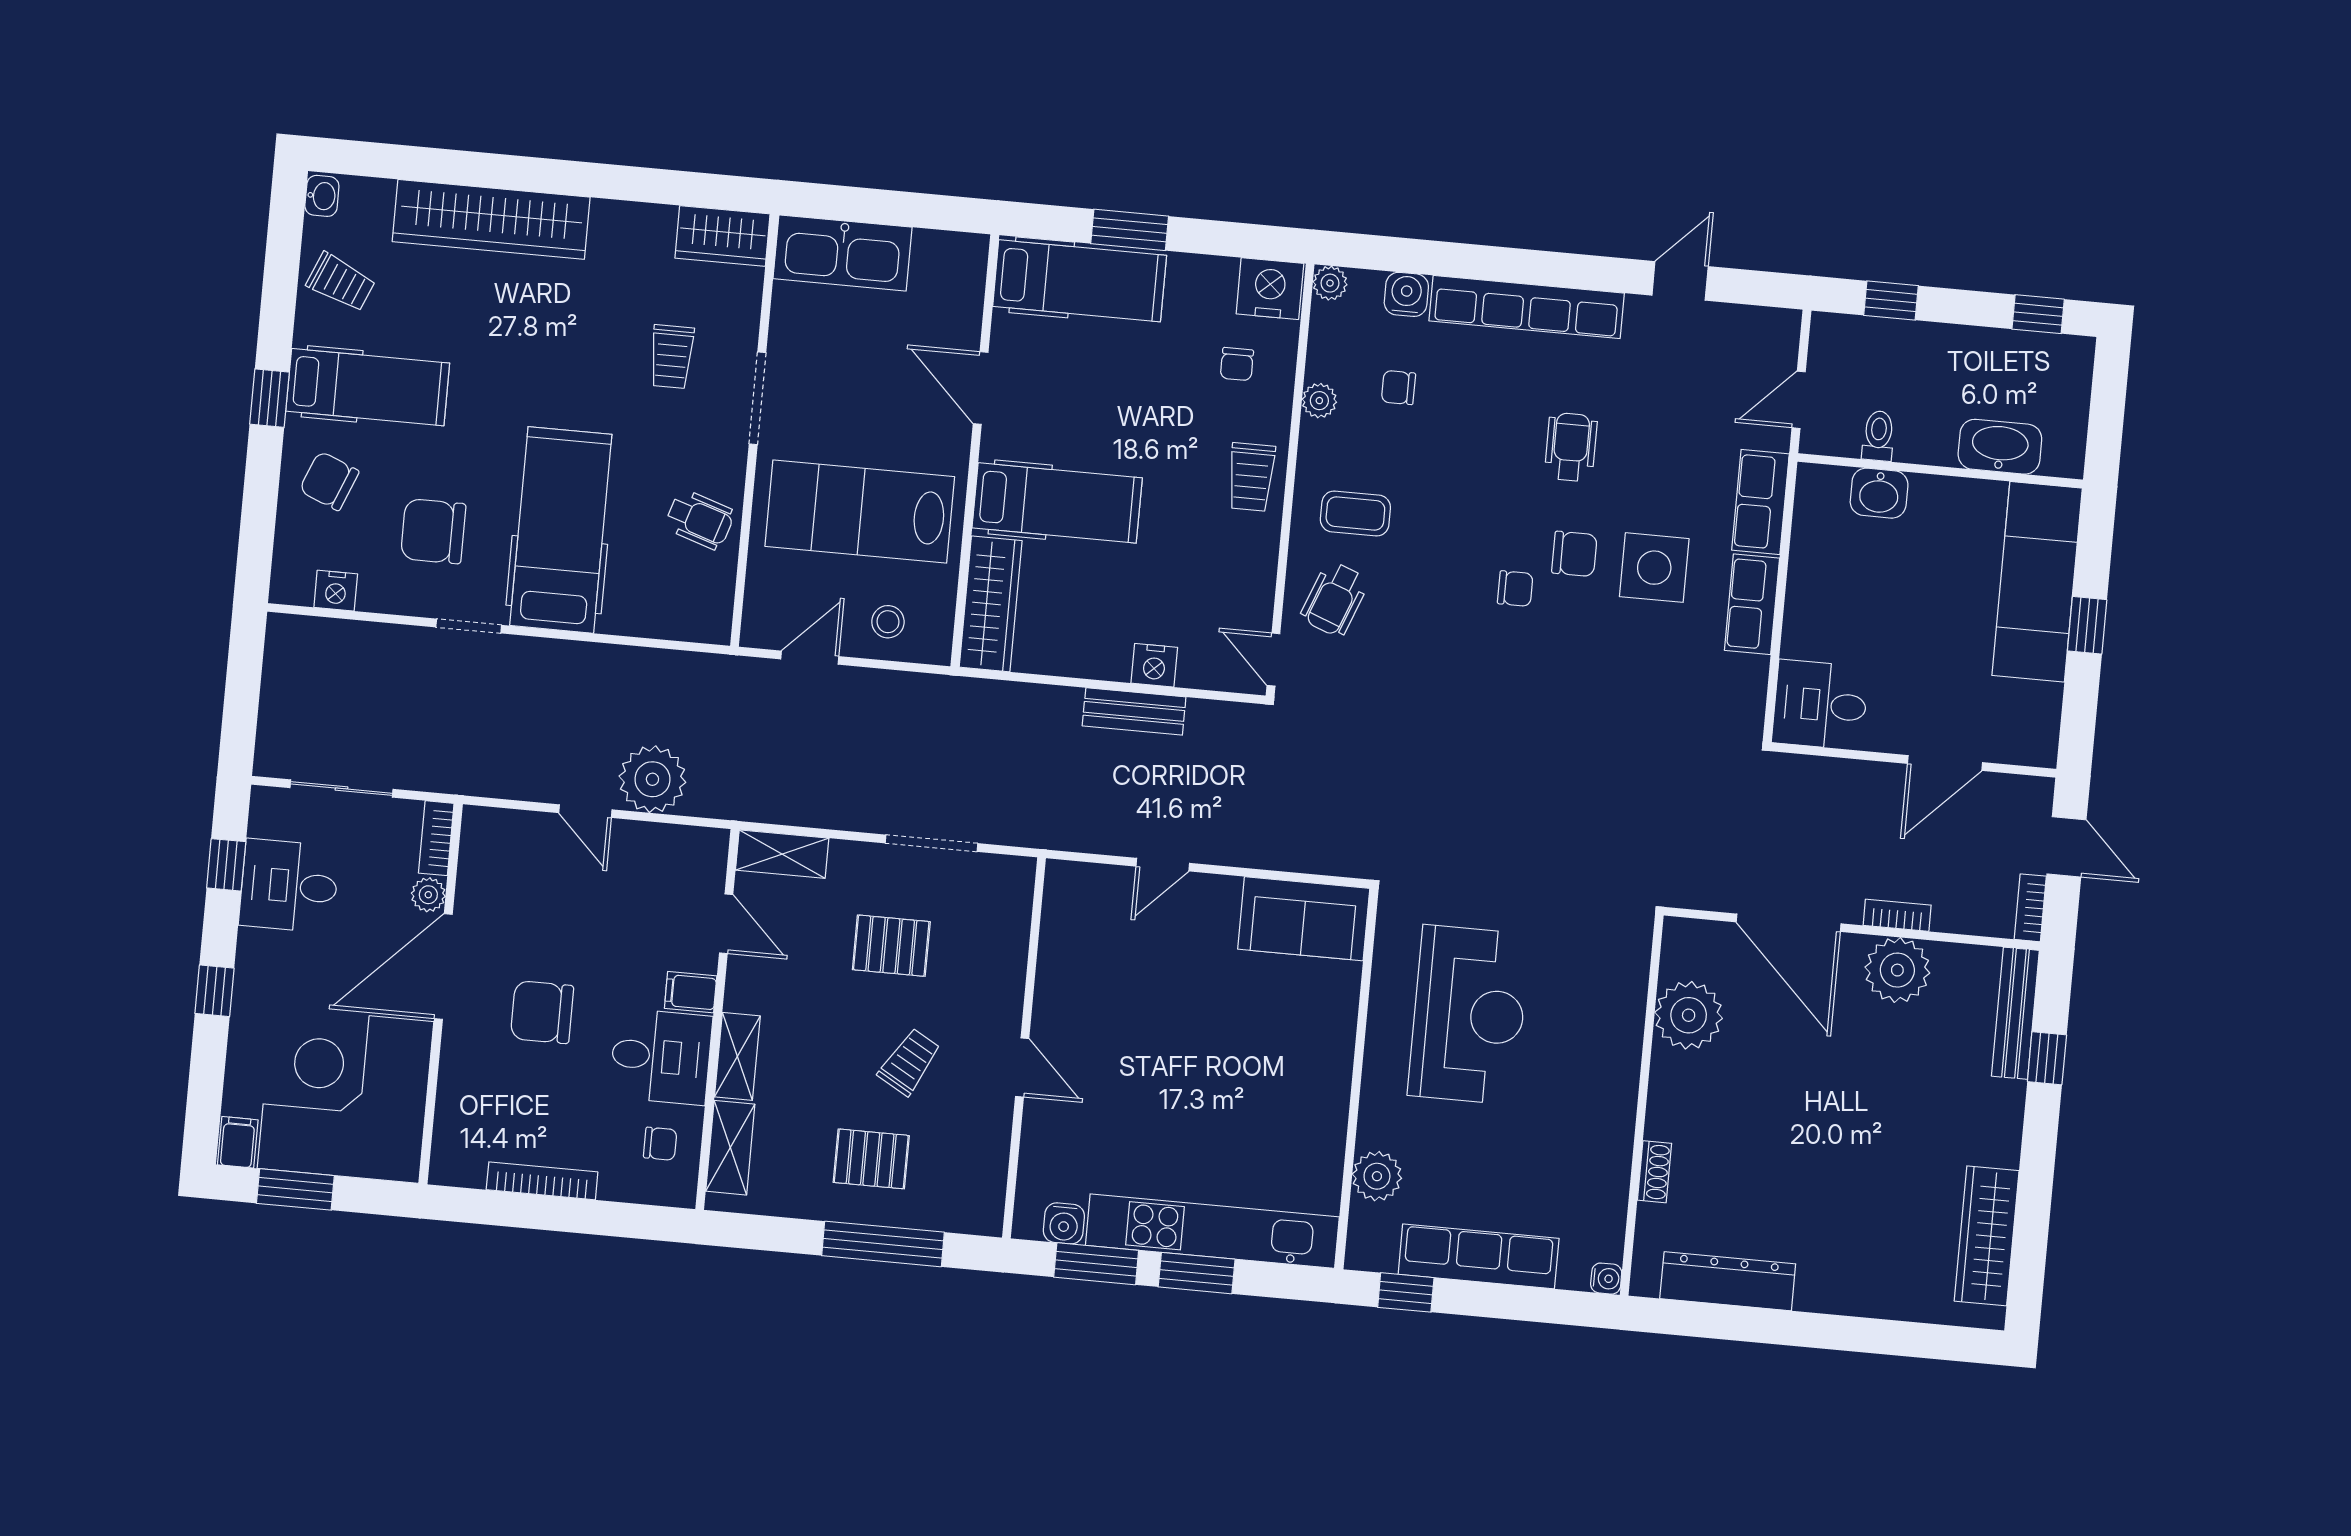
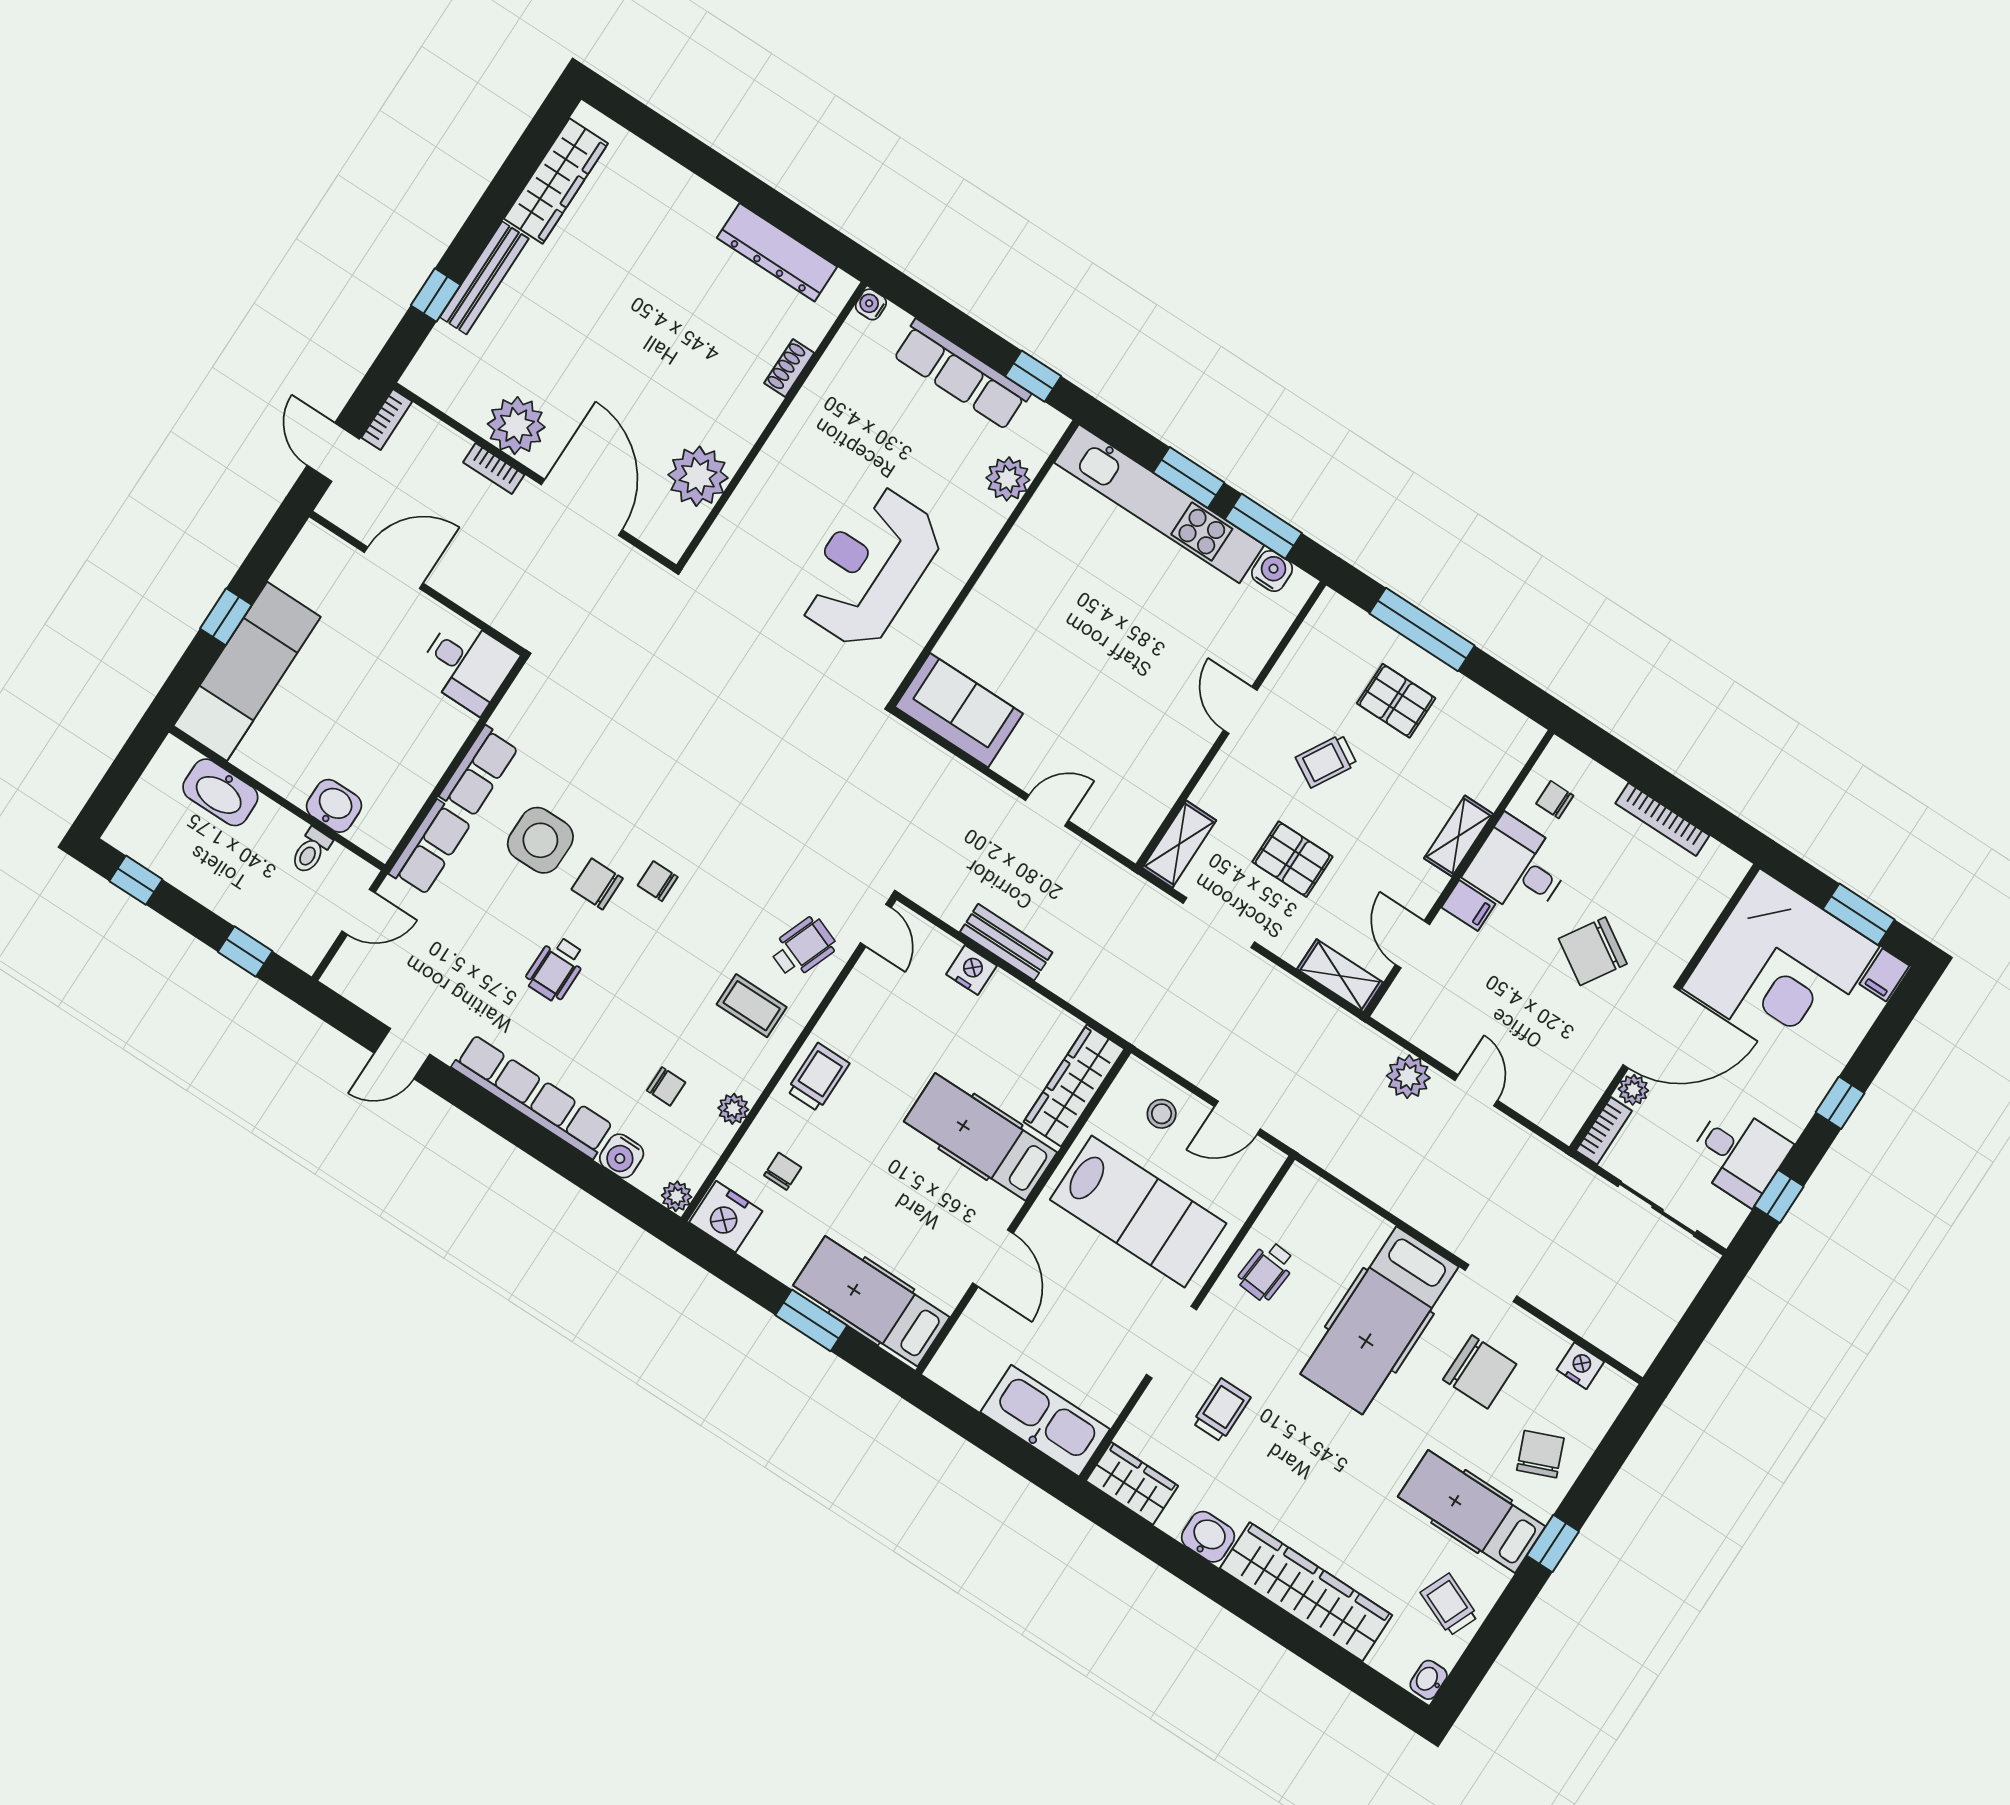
washbasin: (618, 223) -> (1208, 1537), added
chair: (329, 481) -> (1540, 1454), turned -134
wheelchair: (700, 520) -> (1267, 1271), turned -103
plant: (652, 779) -> (1408, 1077), width x0.73, depth x0.73
chair: (542, 1012) -> (1593, 951), turned 122
bench: (2015, 1013) -> (484, 278), moved
shelving: (730, 1148) -> (1179, 844), moved

